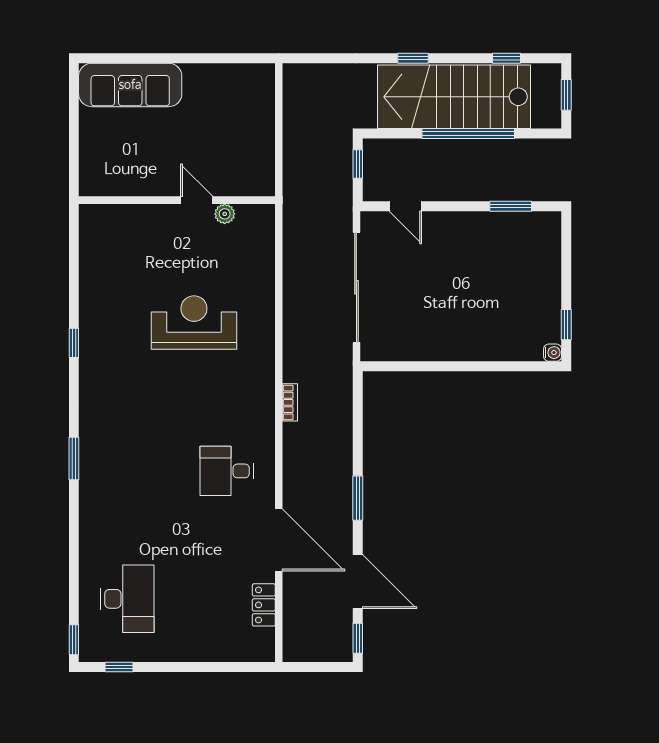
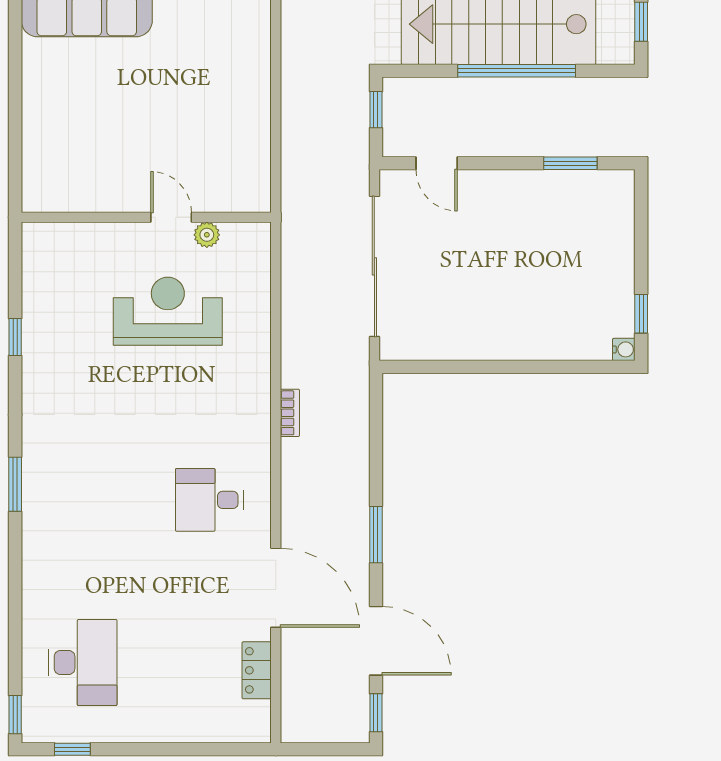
wall: (177, 200) -> (146, 217), moved
door: (197, 200) -> (171, 217), moved
plant: (225, 214) -> (207, 235), moved

